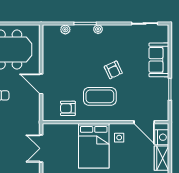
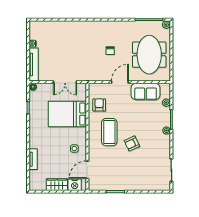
sofa: (159, 60) -> (146, 91), moved, turned 180
bed: (94, 146) -> (67, 114), moved
double door: (41, 148) -> (65, 82), swing flipped

